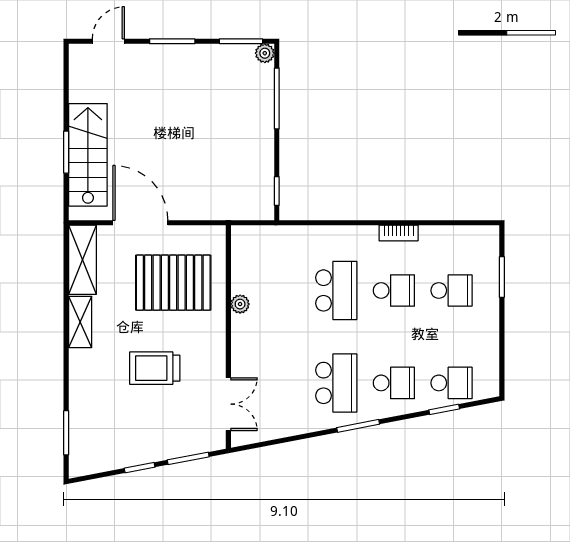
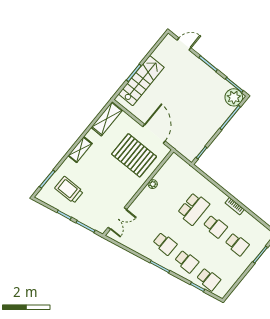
plant: (265, 53) -> (234, 97), width x1.88, depth x1.88
door: (140, 223) -> (154, 134), moved
shelving: (80, 322) -> (80, 150), moved
trolley: (155, 368) -> (69, 190), moved
school desk: (336, 383) -> (165, 244), width x0.54

